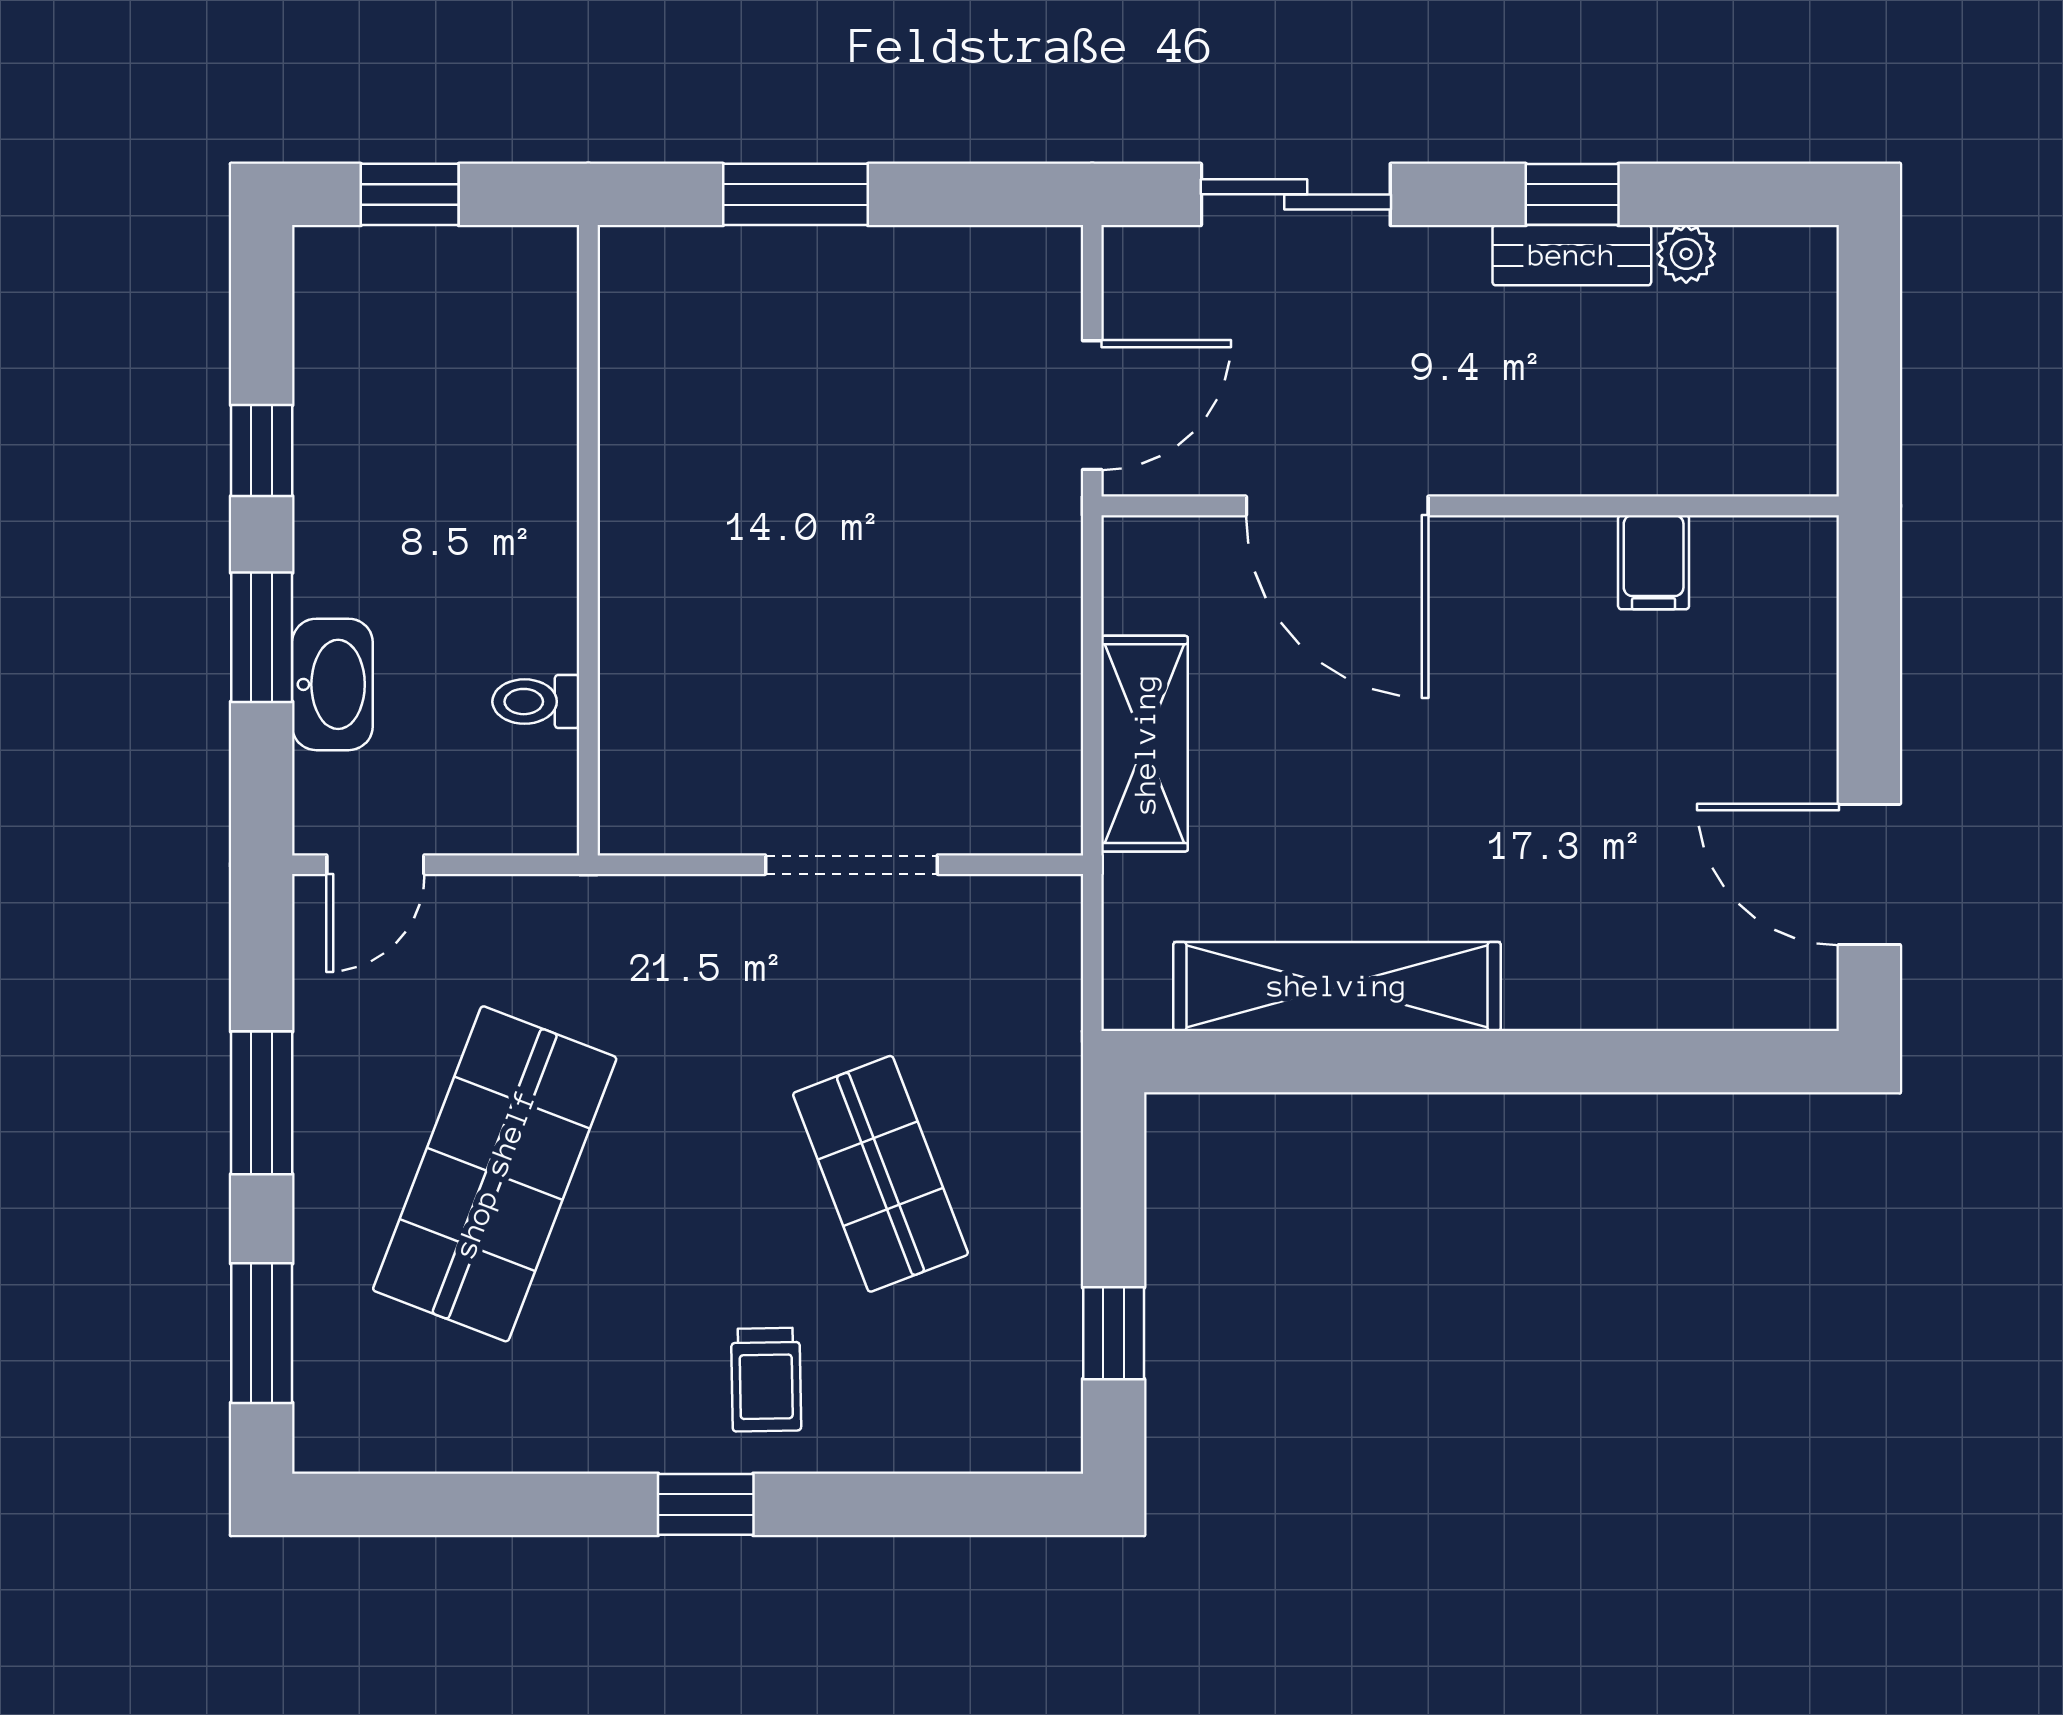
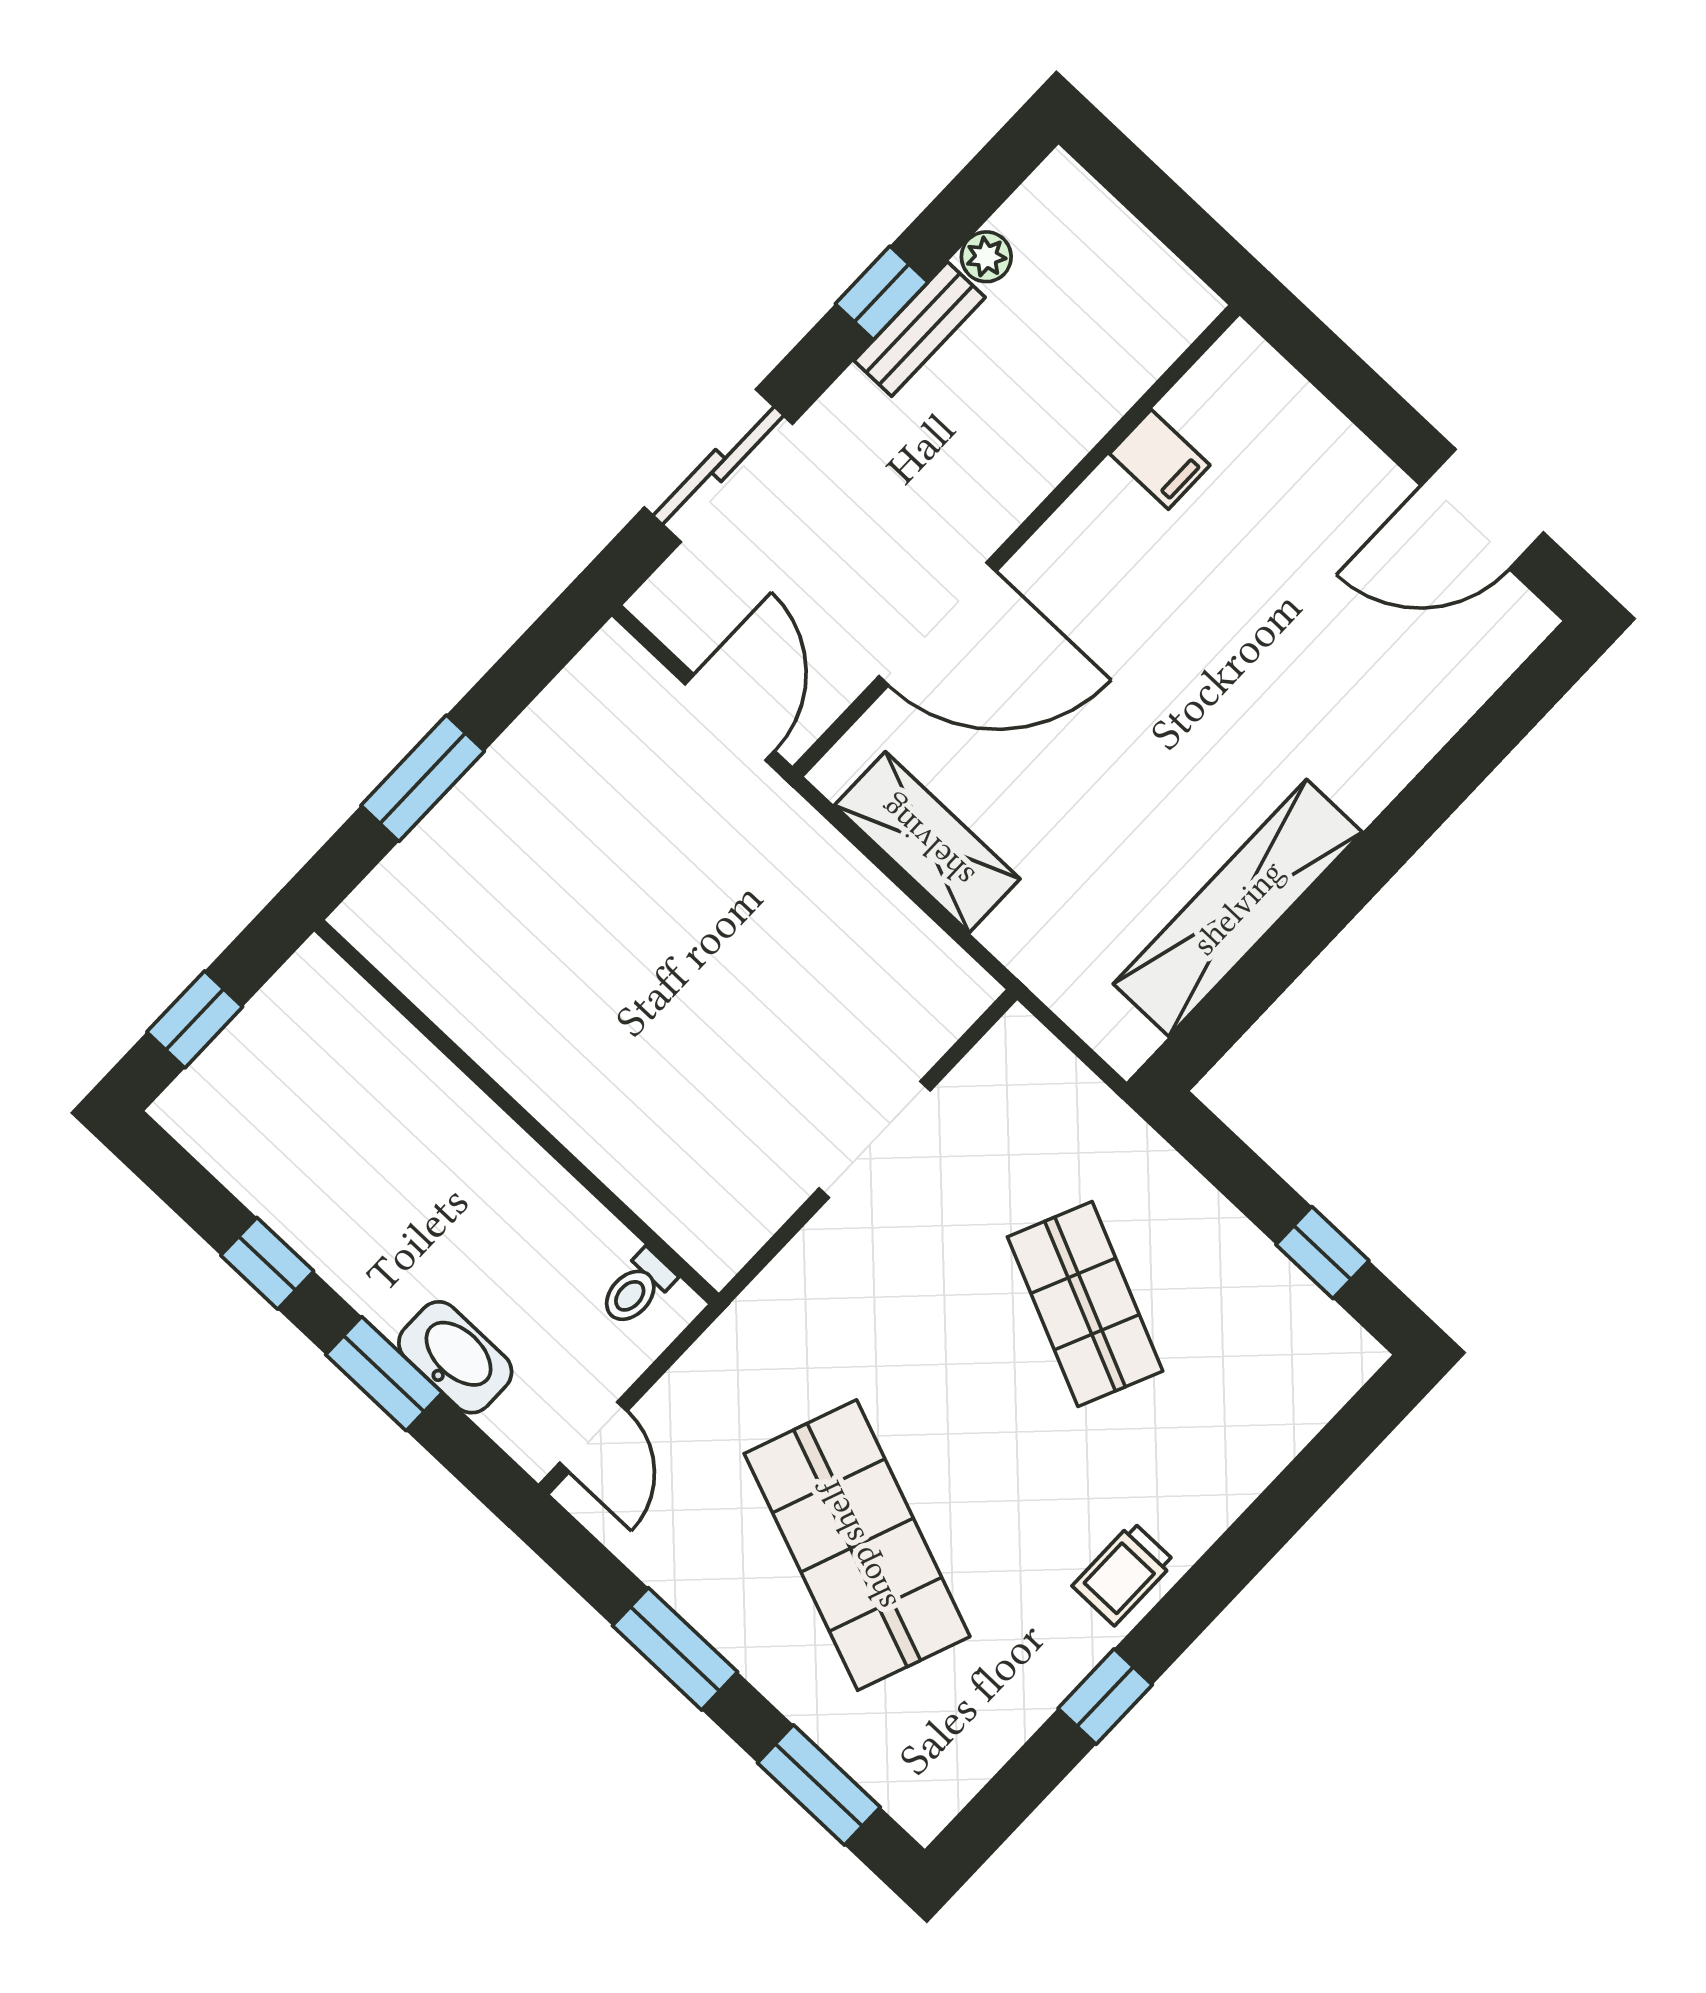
toilet: (536, 702) -> (637, 1288), moved
shelving: (1145, 744) -> (927, 842), moved
shop shelf: (880, 1174) -> (1085, 1304), turned 45
trolley: (766, 1380) -> (1124, 1574), moved, turned 91
window: (706, 1504) -> (1105, 1697), moved

